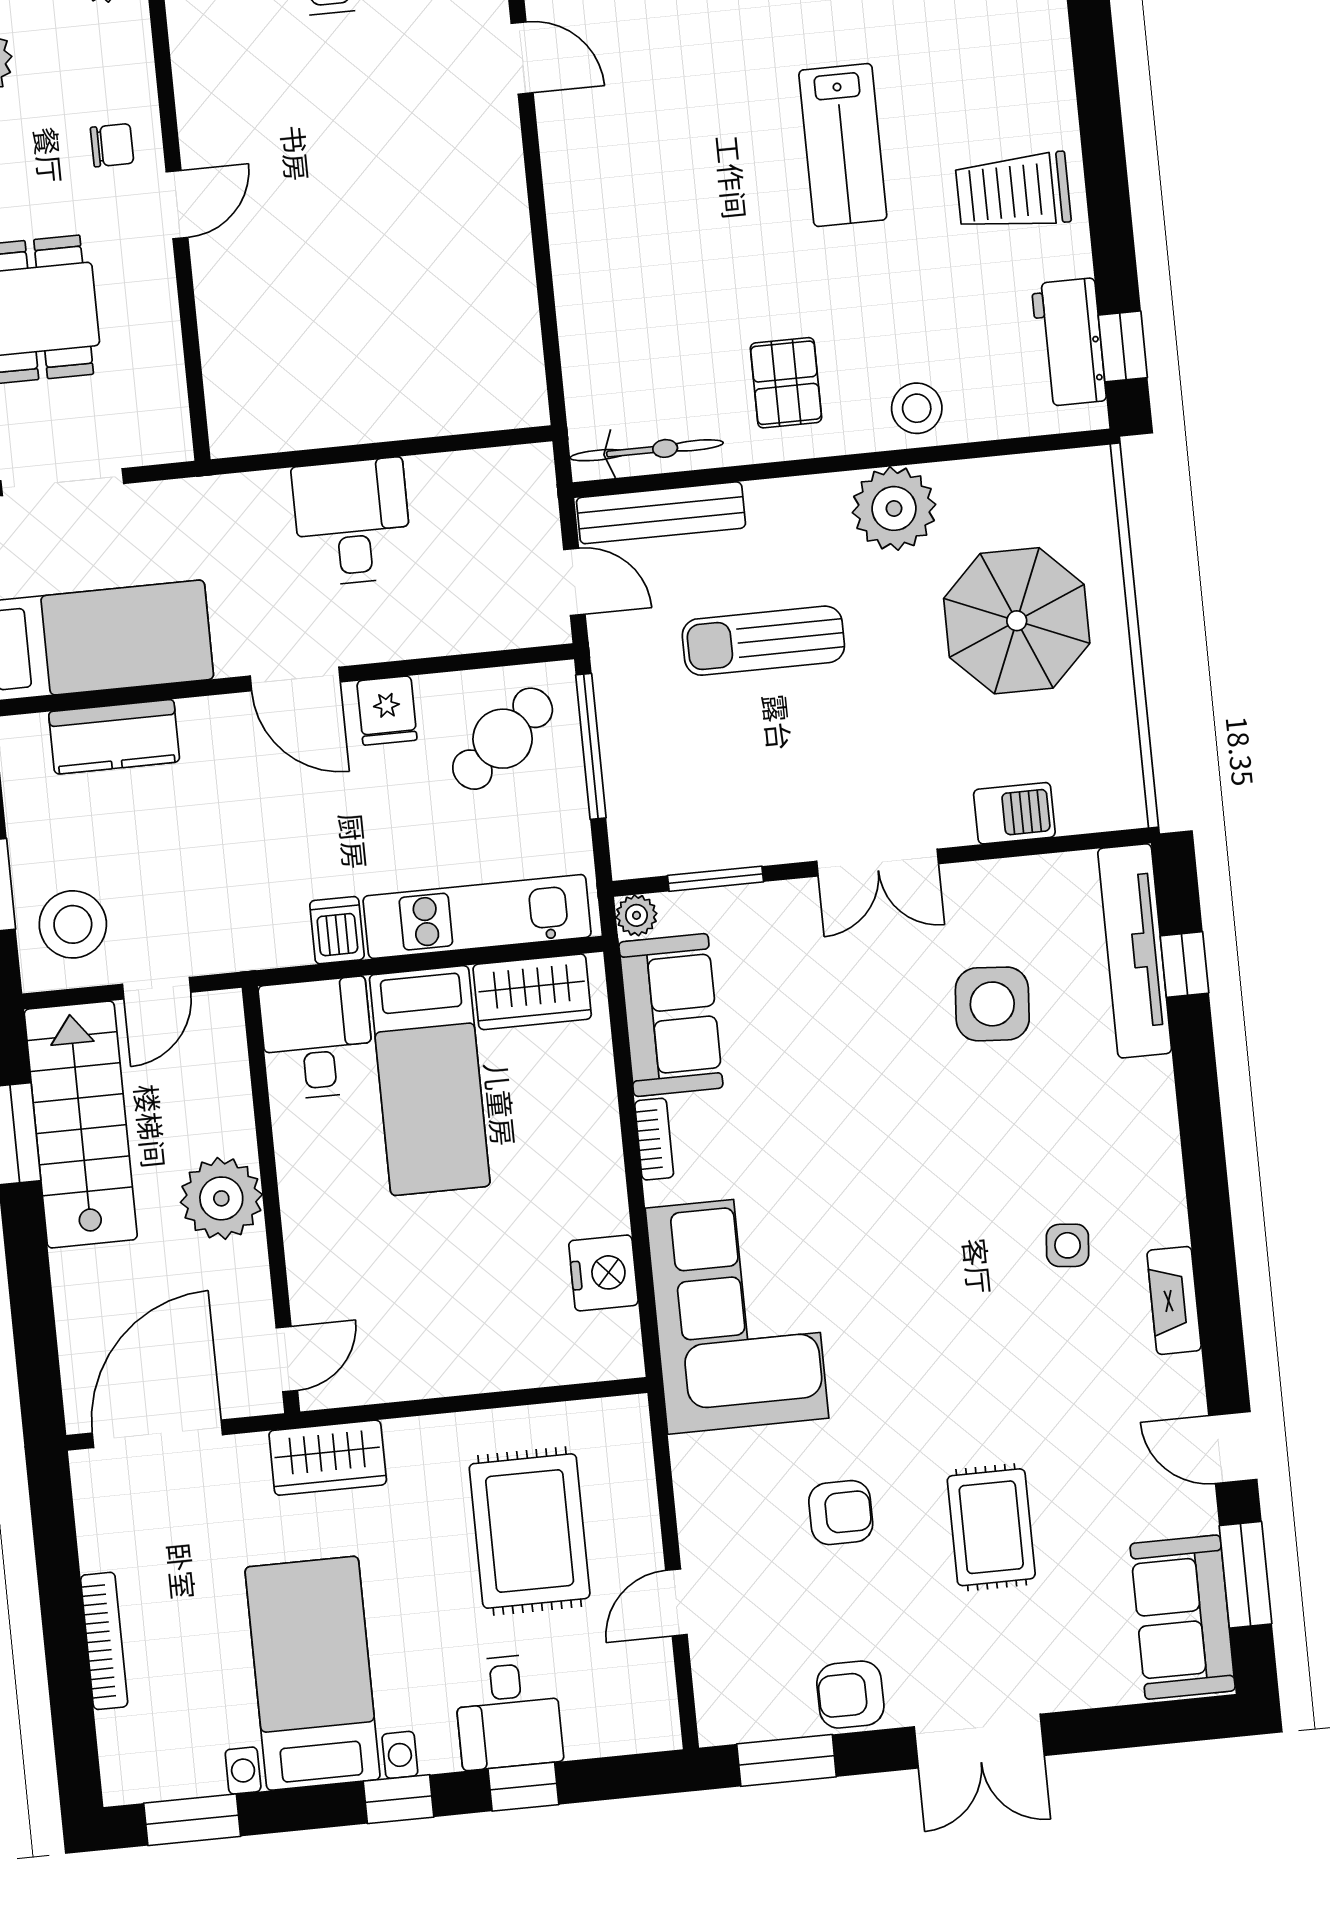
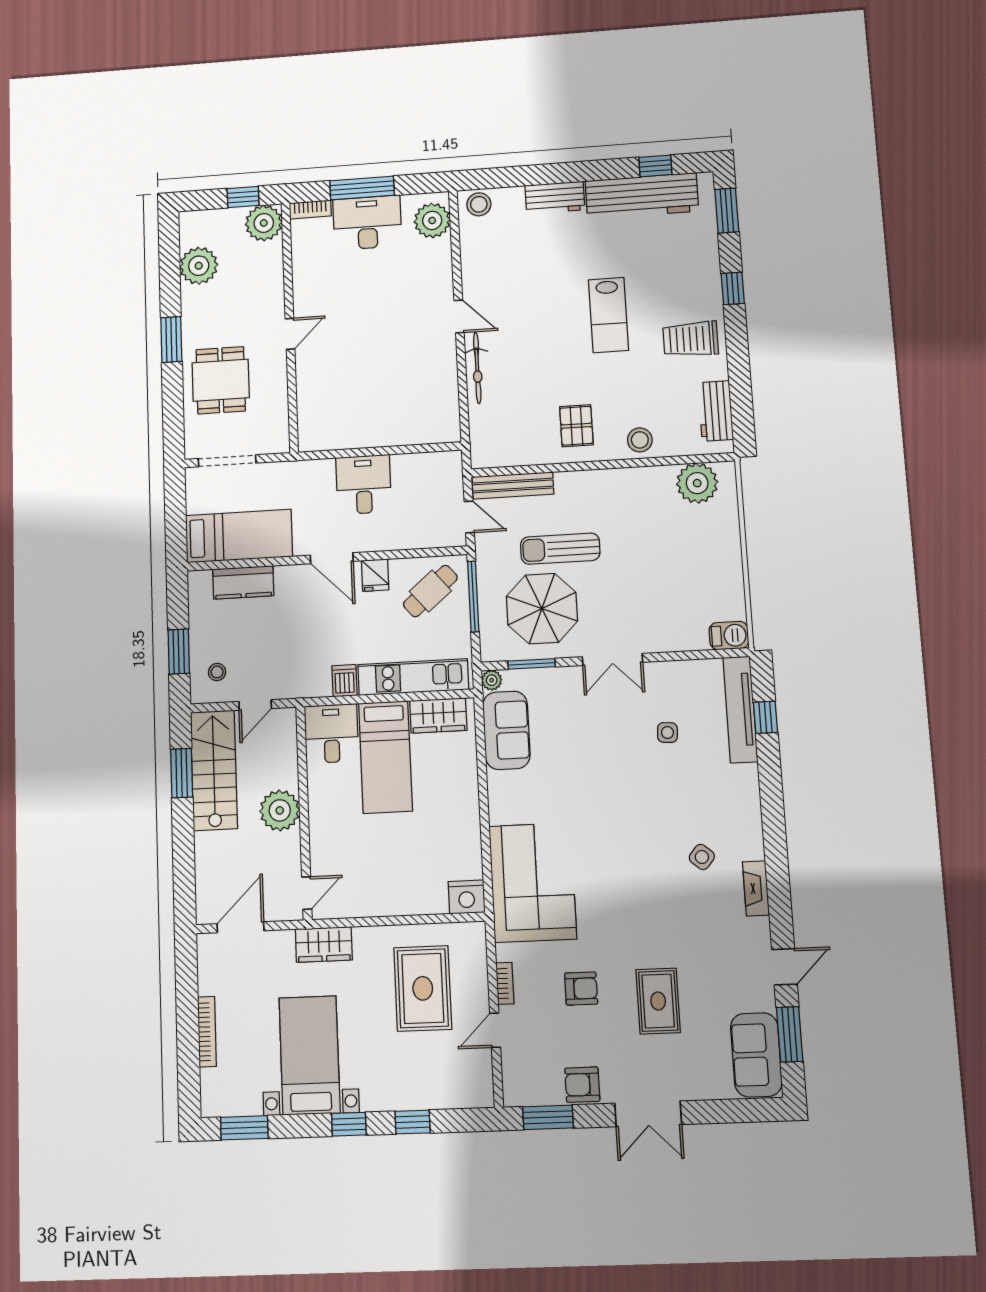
door: (522, 58) -> (459, 316), moved
chair: (112, 145) -> (261, 306), removed
window: (1123, 346) -> (733, 288), moved
bicycle: (647, 450) -> (477, 368), moved, turned 90
plant: (894, 508) -> (697, 483), moved
parasol: (1017, 621) -> (542, 609), moved
barbecue: (1014, 813) -> (729, 636), moved
stool: (73, 924) -> (217, 672), width x0.53, depth x0.53
side table: (992, 1004) -> (667, 733), width x0.54, depth x0.54
bookcase: (654, 1139) -> (505, 983), moved
side table: (1068, 1245) -> (702, 857), turned 35
nightstand: (603, 1273) -> (467, 897), moved, turned 90
door: (157, 1434) -> (240, 927), width x0.73
door: (1233, 1448) -> (784, 967), swing flipped
desk: (508, 1712) -> (407, 1082), removed

